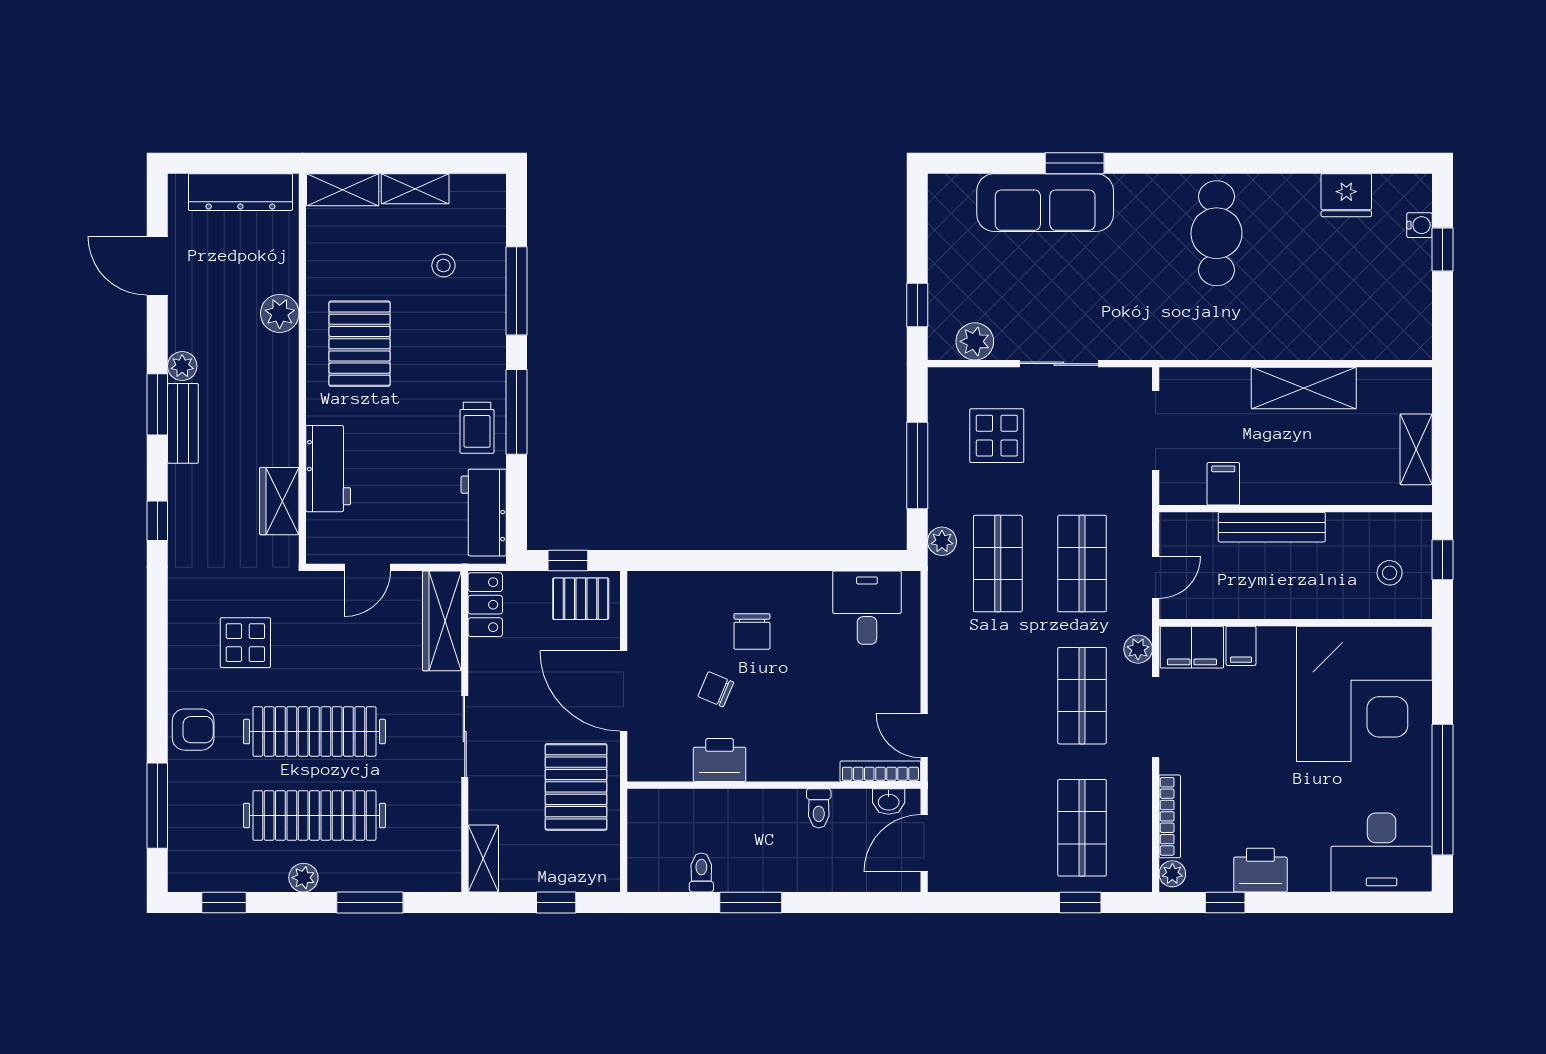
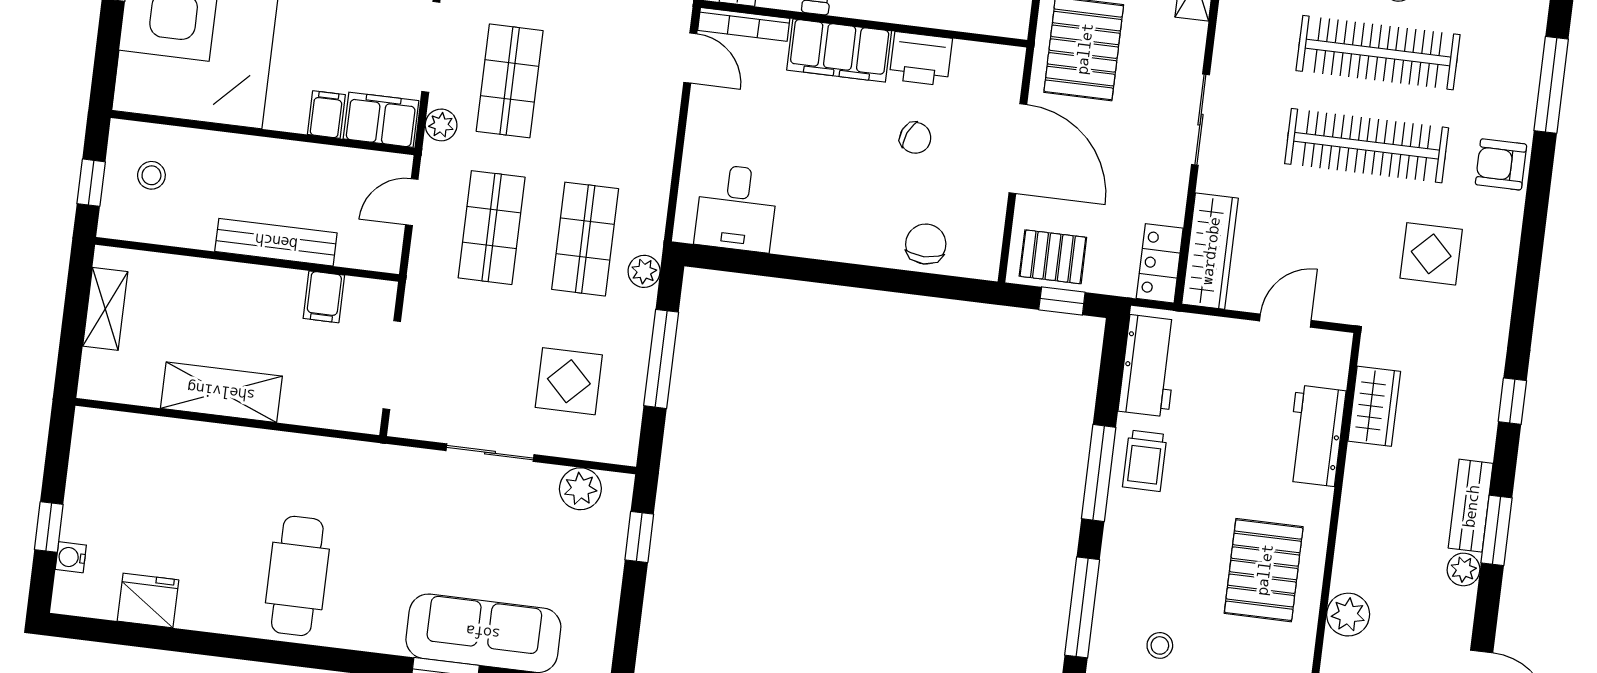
trolley: (477, 428) -> (1145, 461), turned 180
chair: (752, 631) -> (926, 244), moved
filing cabinet: (793, 759) -> (839, 51), added

